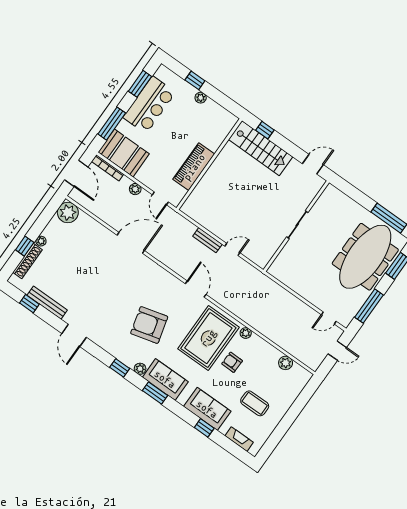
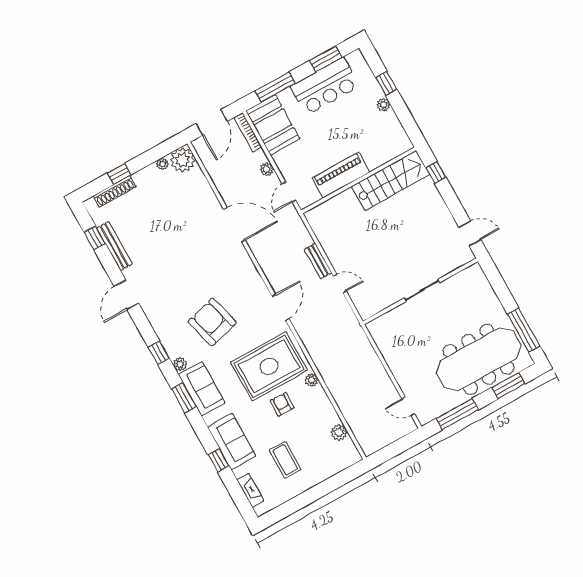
stairs: (261, 148) -> (391, 180), moved, turned -90
plant: (41, 241) -> (162, 164), moved
door: (337, 351) -> (401, 446), removed

